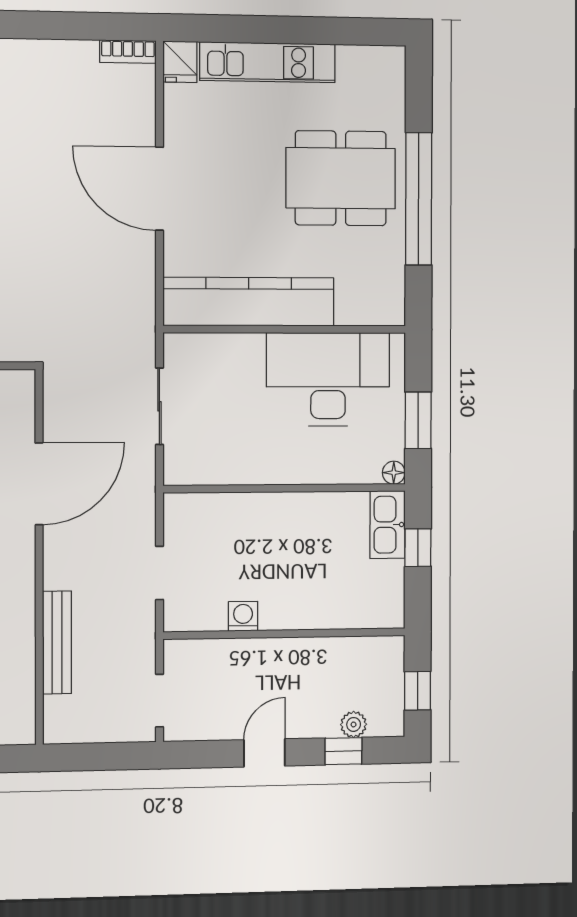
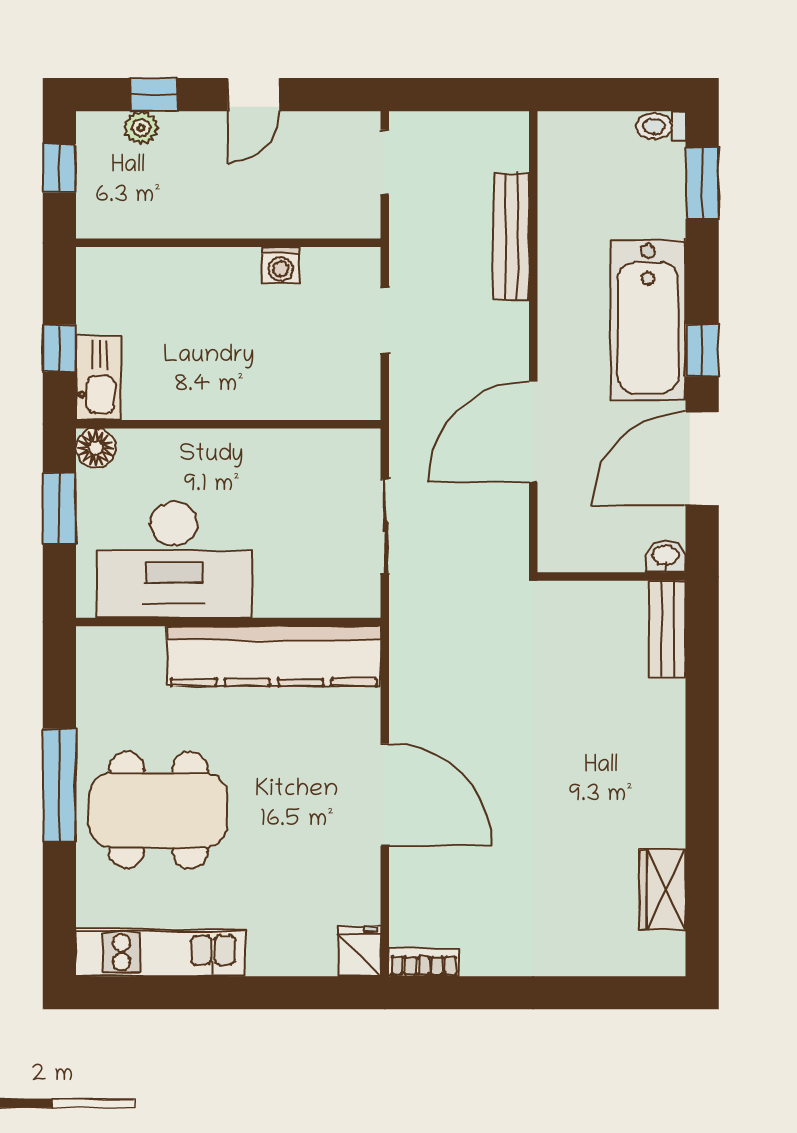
kitchen unit: (267, 62) -> (160, 952), moved
window: (419, 199) -> (59, 785), width x0.68
floor lamp: (394, 473) -> (96, 448), width x1.37, depth x1.37

